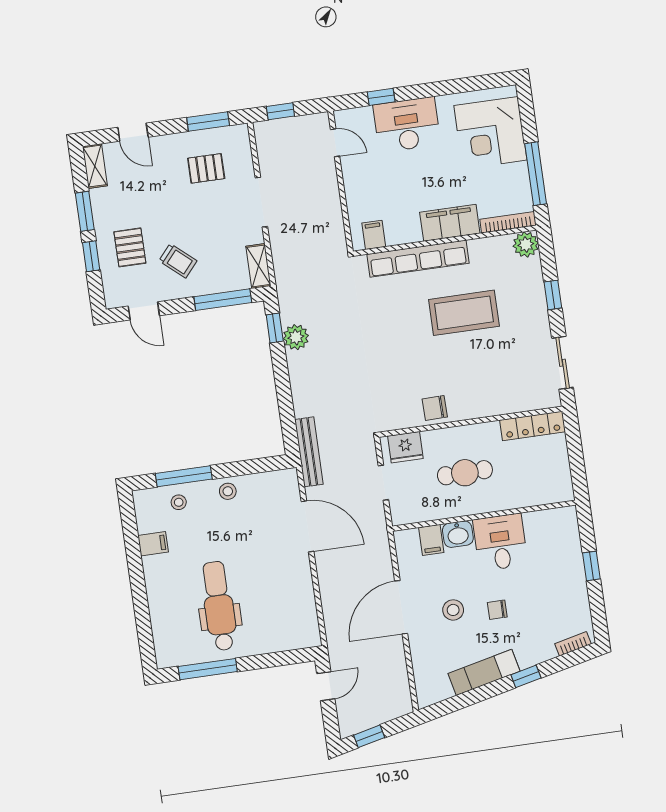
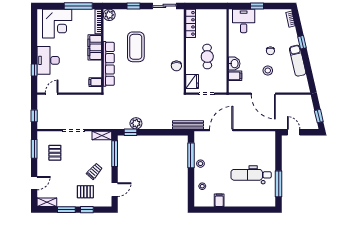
window: (184, 476) -> (191, 155), moved
desk: (500, 542) -> (244, 21), moved, turned 90

